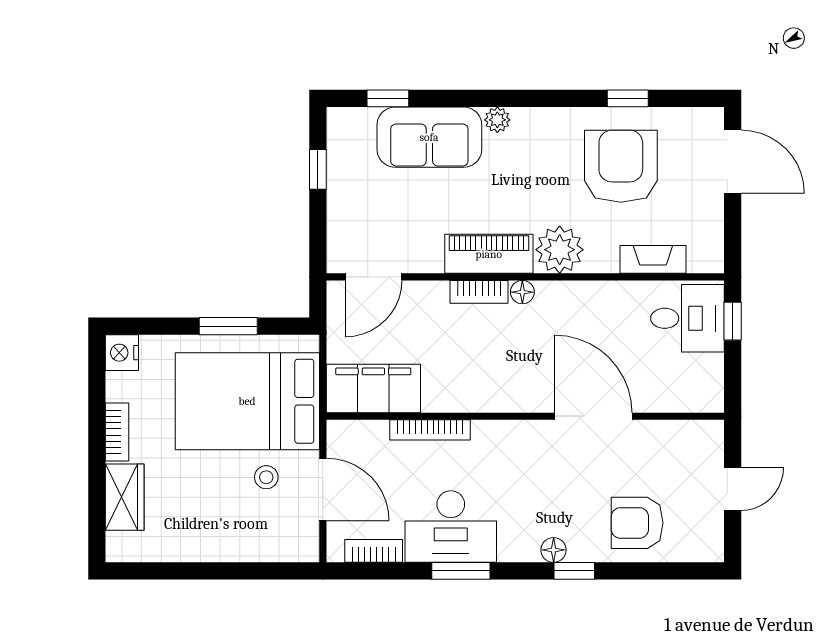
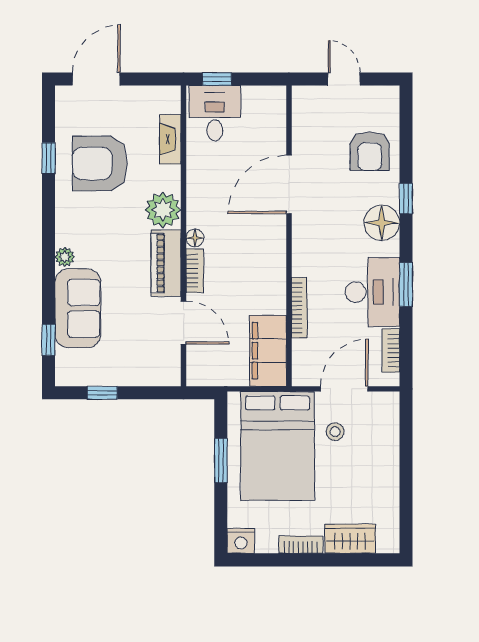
door: (373, 277) -> (184, 323), moved
floor lamp: (554, 550) -> (382, 223), width x1.89, depth x1.89

